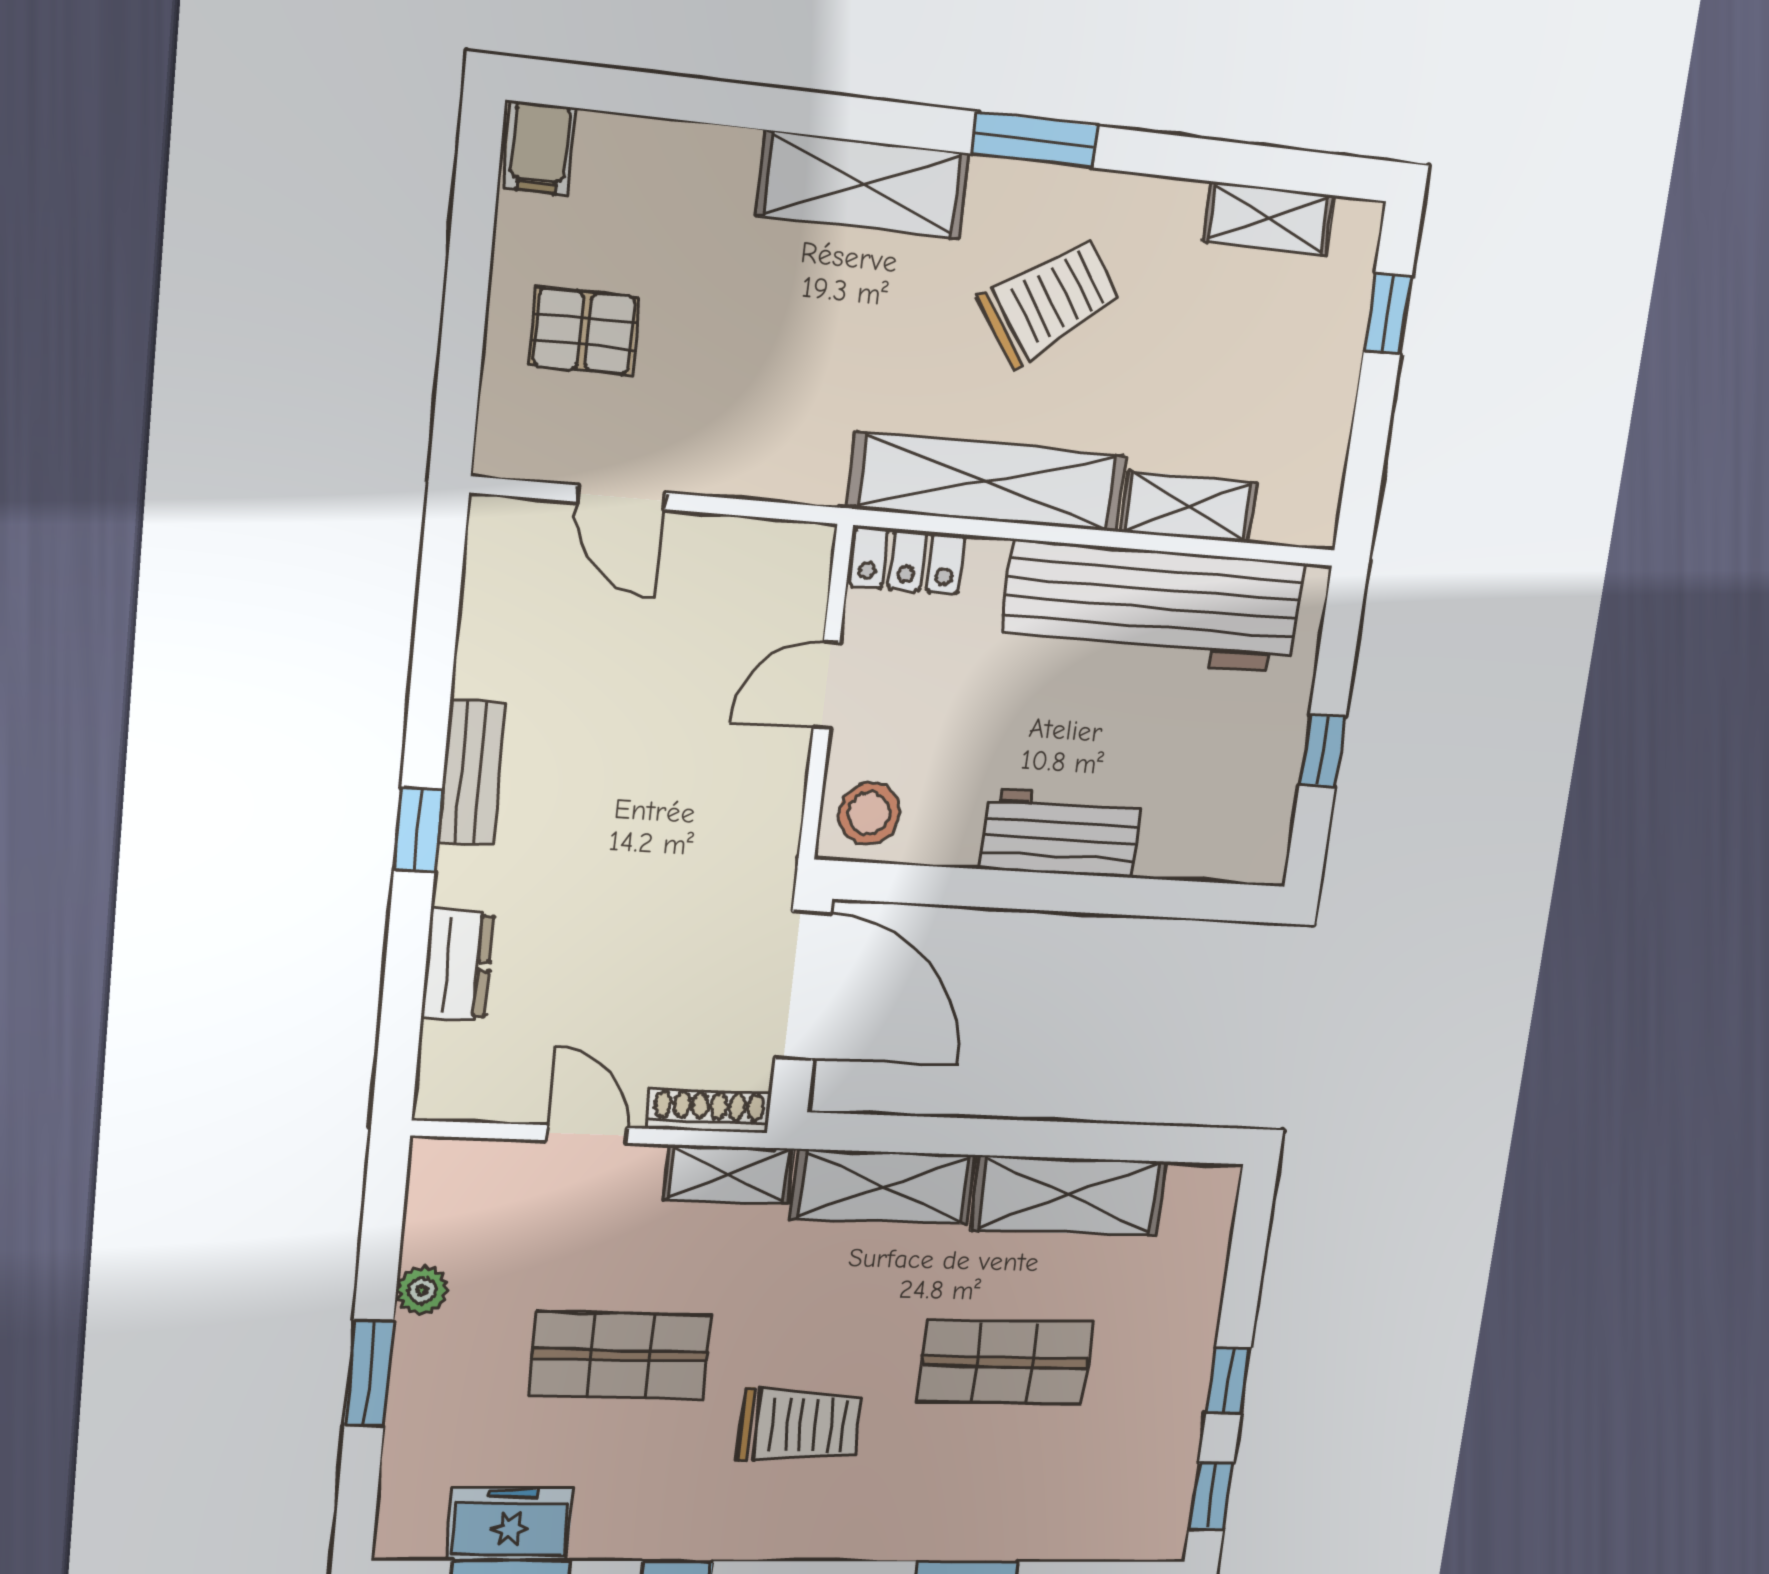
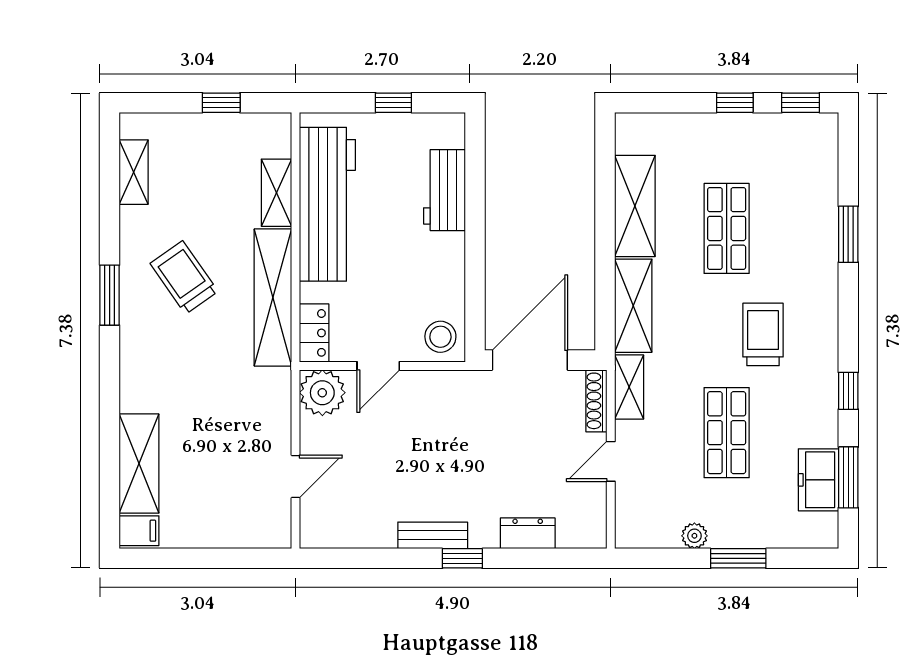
shelving: (863, 184) -> (139, 464), moved
window: (1388, 314) -> (221, 103), moved
pallet: (584, 331) -> (220, 502), removed
plant: (786, 567) -> (322, 393), added
door: (827, 685) -> (378, 366), hinge flipped
workbench: (1061, 833) -> (444, 190), moved

